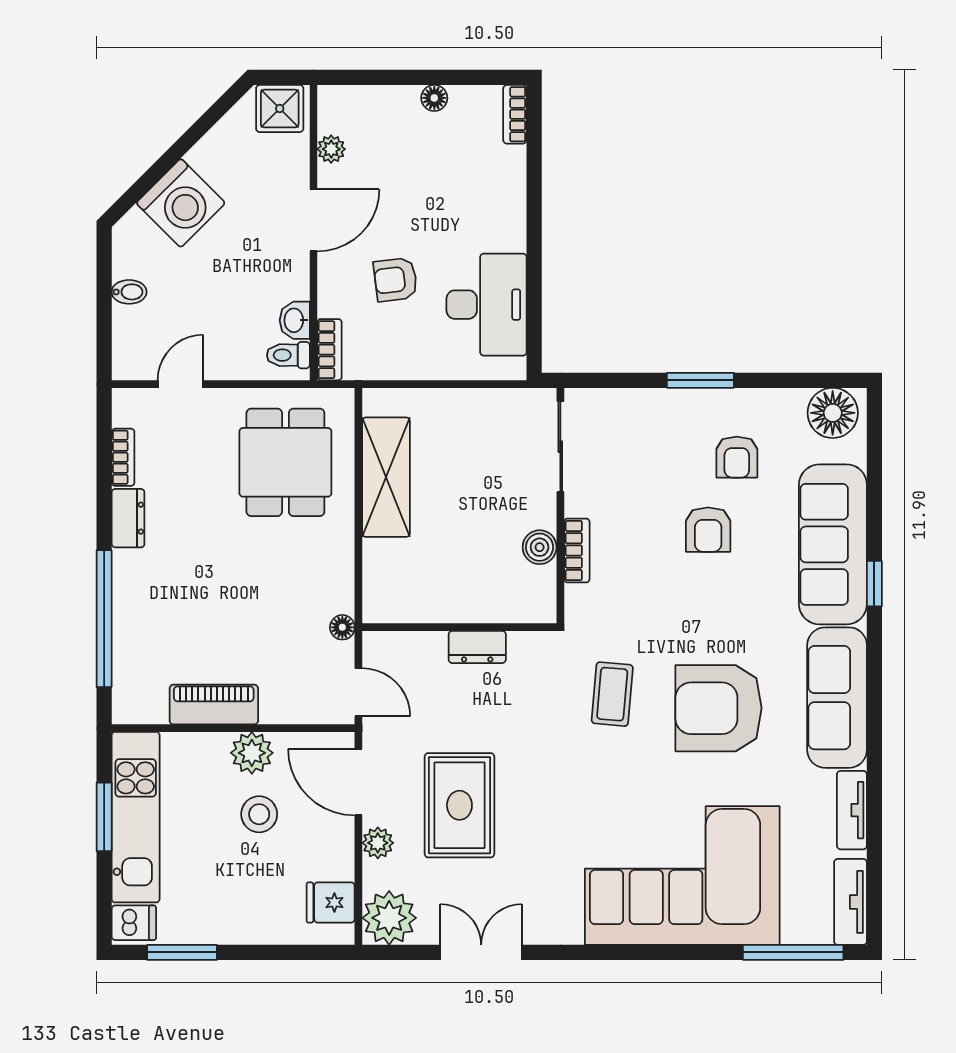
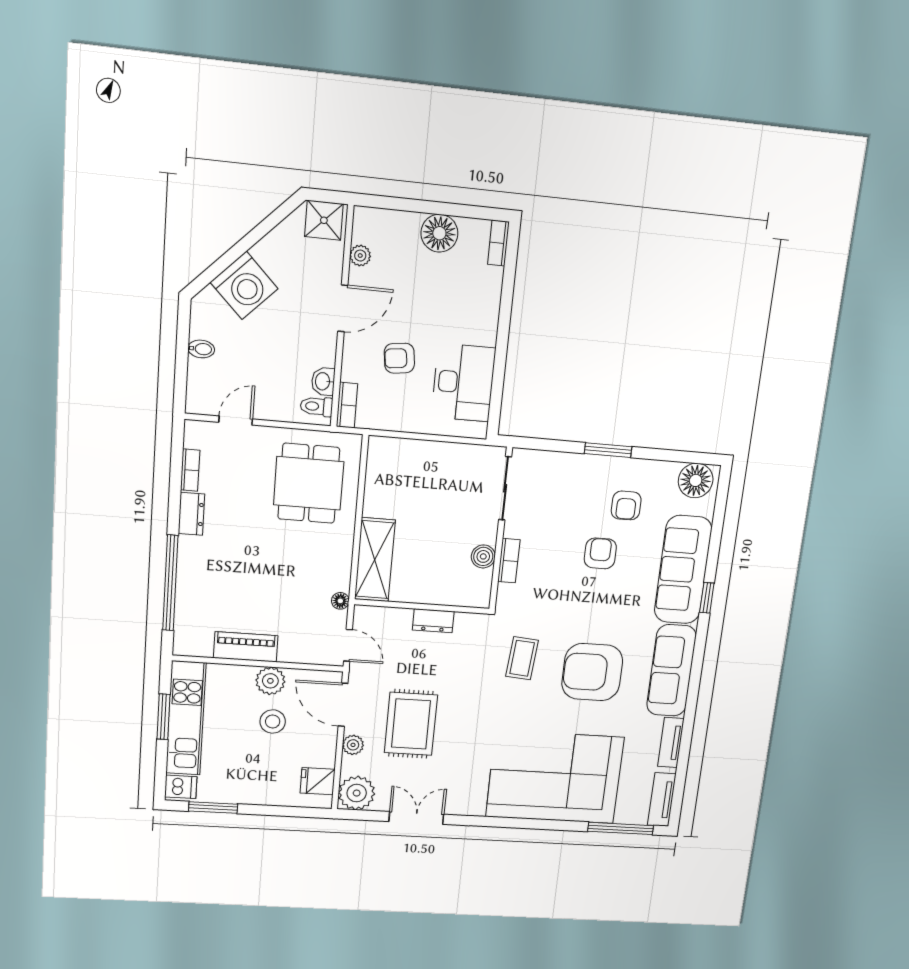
floor lamp: (434, 98) -> (439, 233), width x1.89, depth x1.89
shelving: (386, 477) -> (375, 560), moved
armchair: (708, 530) -> (600, 553), turned 180

